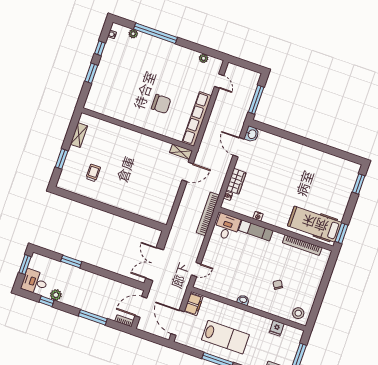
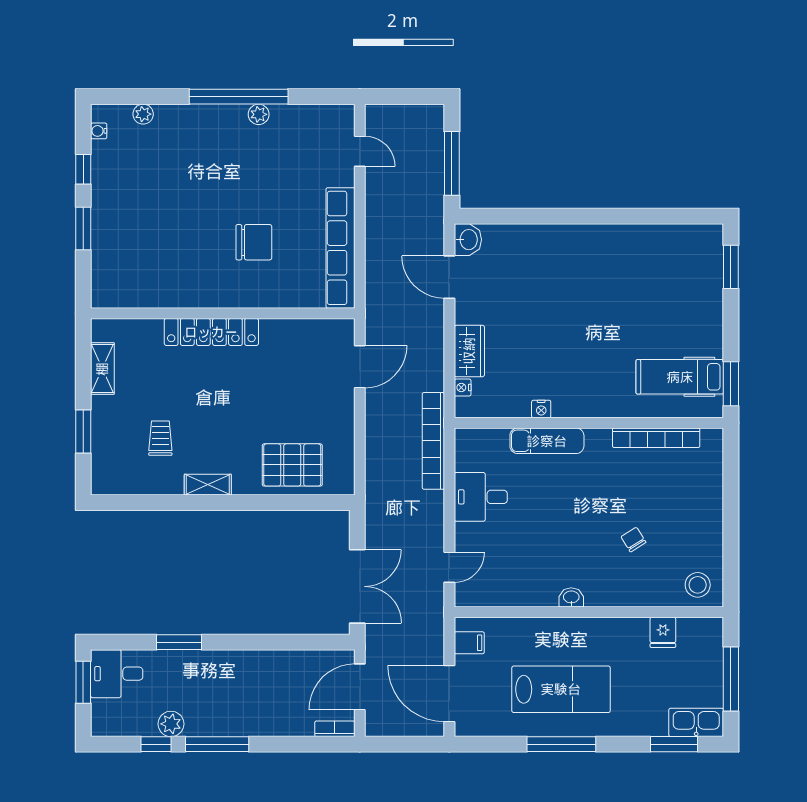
window: (156, 33) -> (239, 97), moved
plant: (204, 58) -> (259, 114), moved
locker: (130, 136) -> (211, 332), added
shelving: (181, 152) -> (208, 485), moved
pallet: (145, 203) -> (292, 465), added
hospital bed: (315, 224) -> (680, 377), width x0.73, depth x0.78
desk: (227, 227) -> (481, 497), moved, turned -90
double door: (155, 264) -> (357, 586), swing flipped
desk: (35, 282) -> (117, 674), moved
filing cabinet: (193, 304) -> (469, 643), width x0.50
window: (93, 317) -> (217, 744), moved

